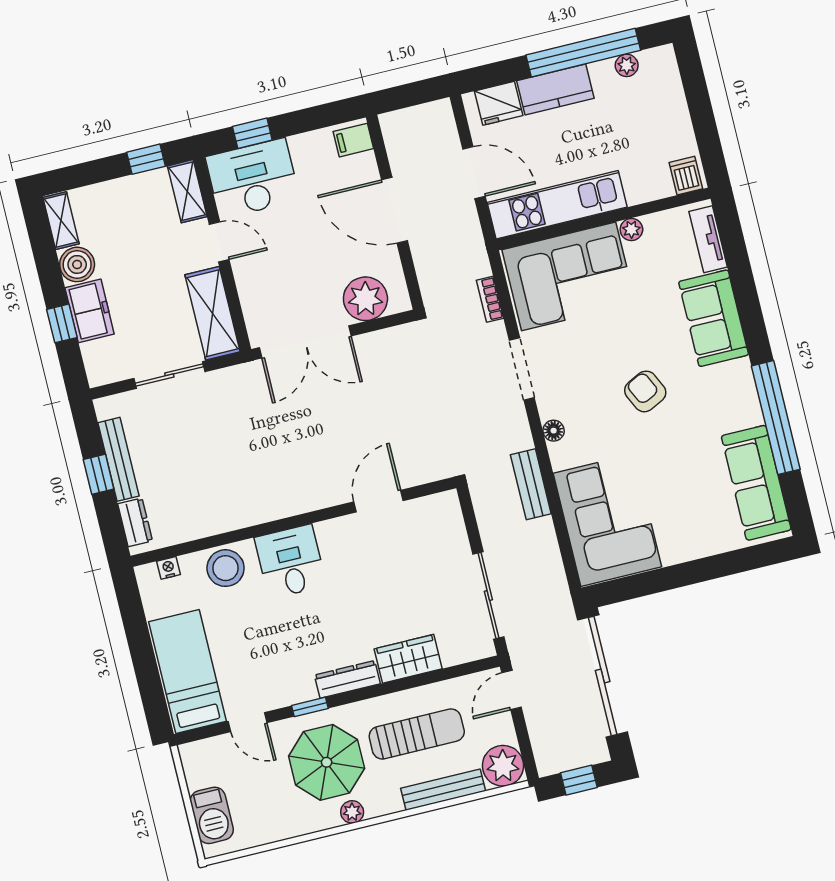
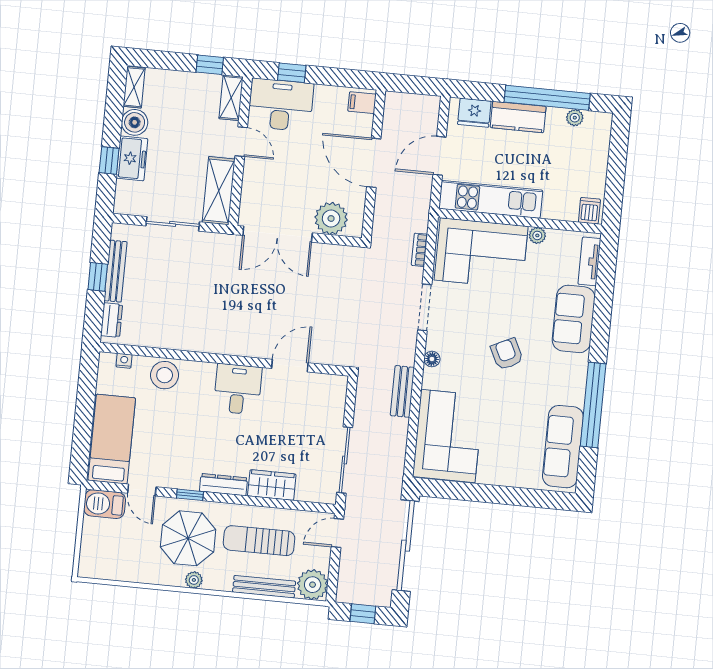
door: (474, 173) -> (440, 156), swing flipped
desk: (290, 562) -> (238, 389), moved
sun lounger: (417, 734) -> (259, 541), turned 180
barbecue: (212, 815) -> (105, 504), moved, turned 90

